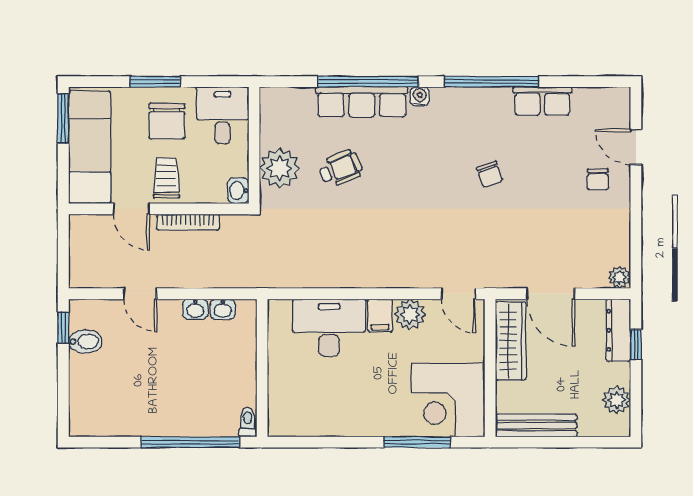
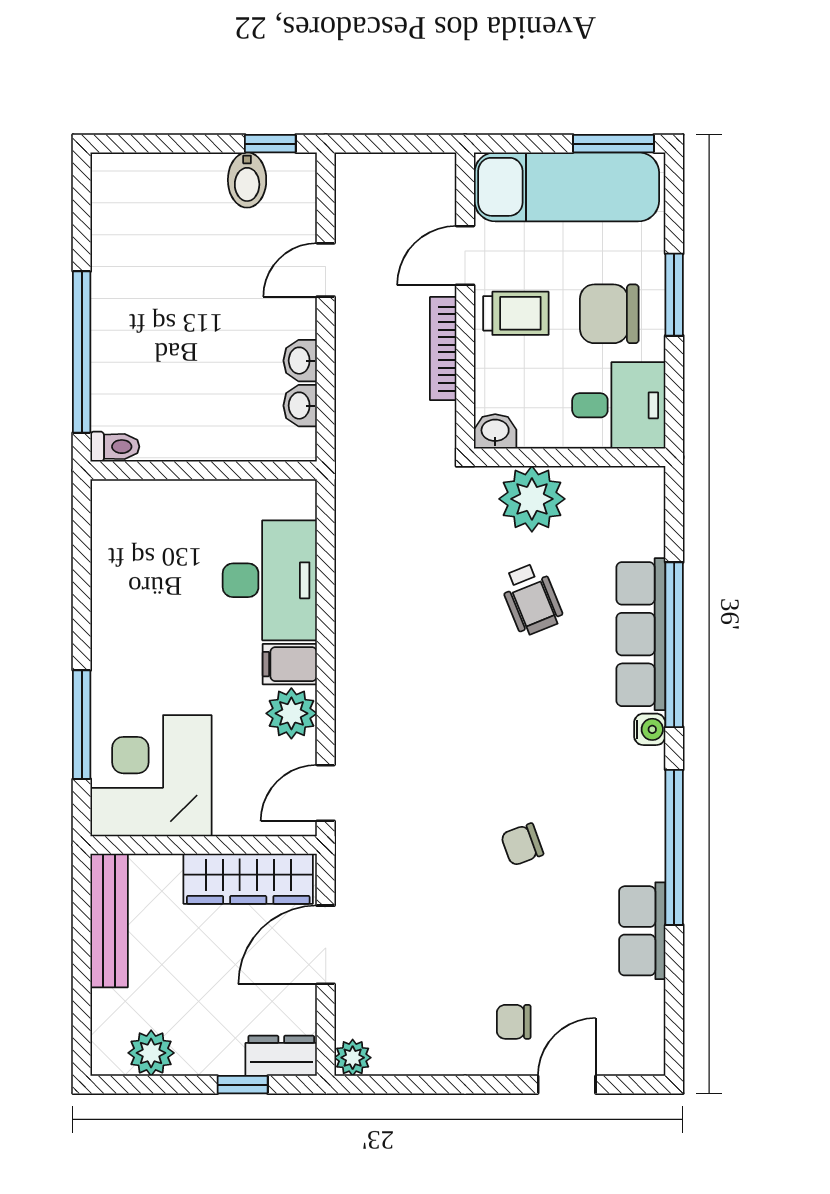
dresser: (618, 330) -> (281, 1056), width x0.70

